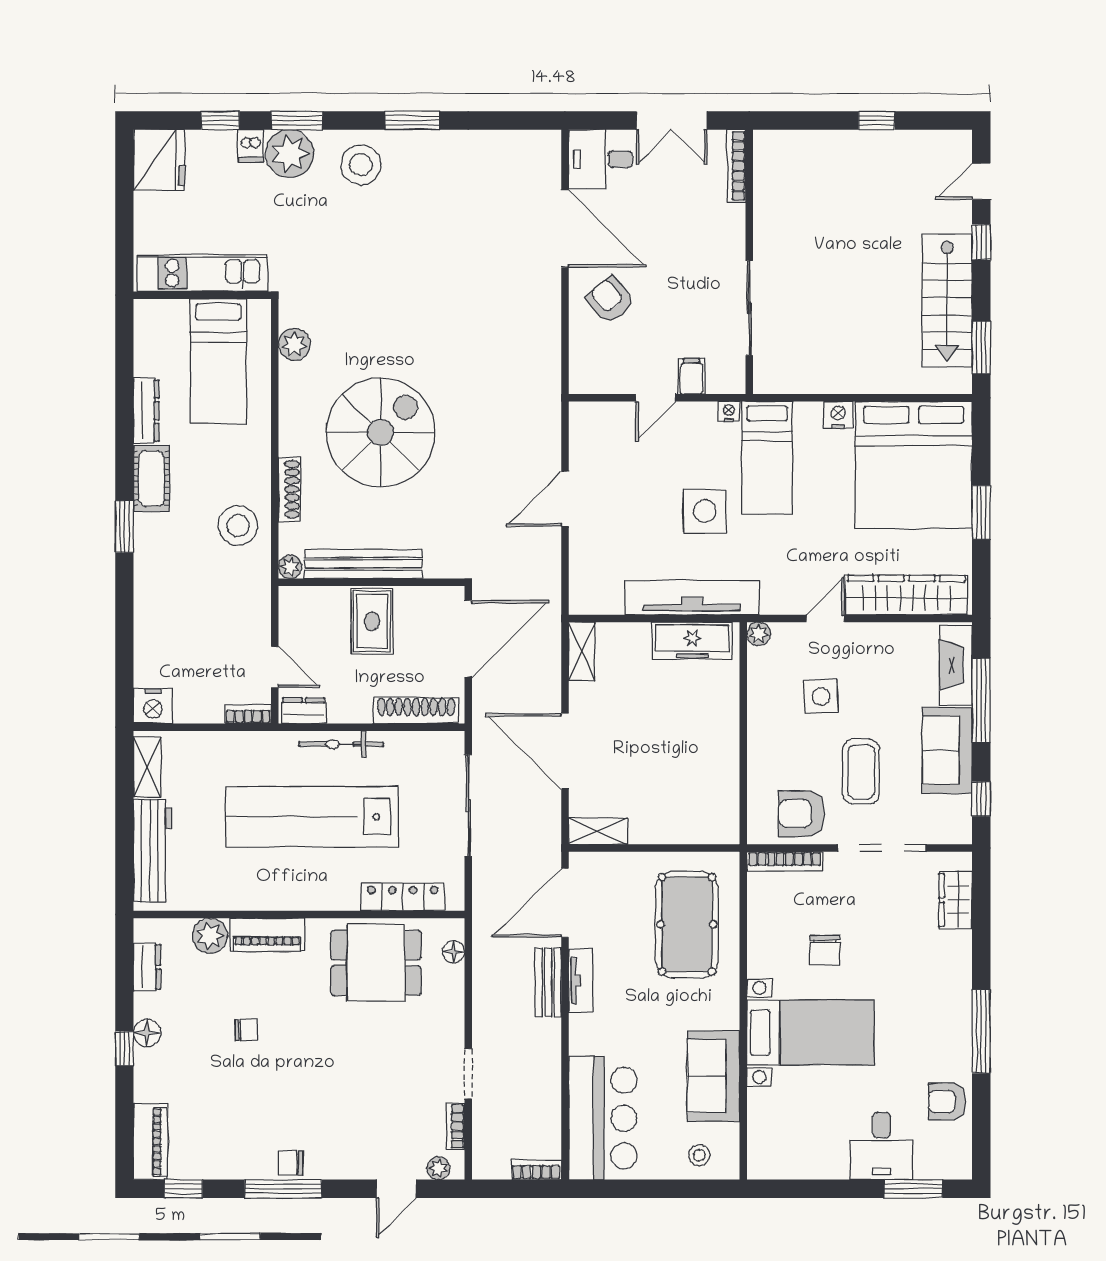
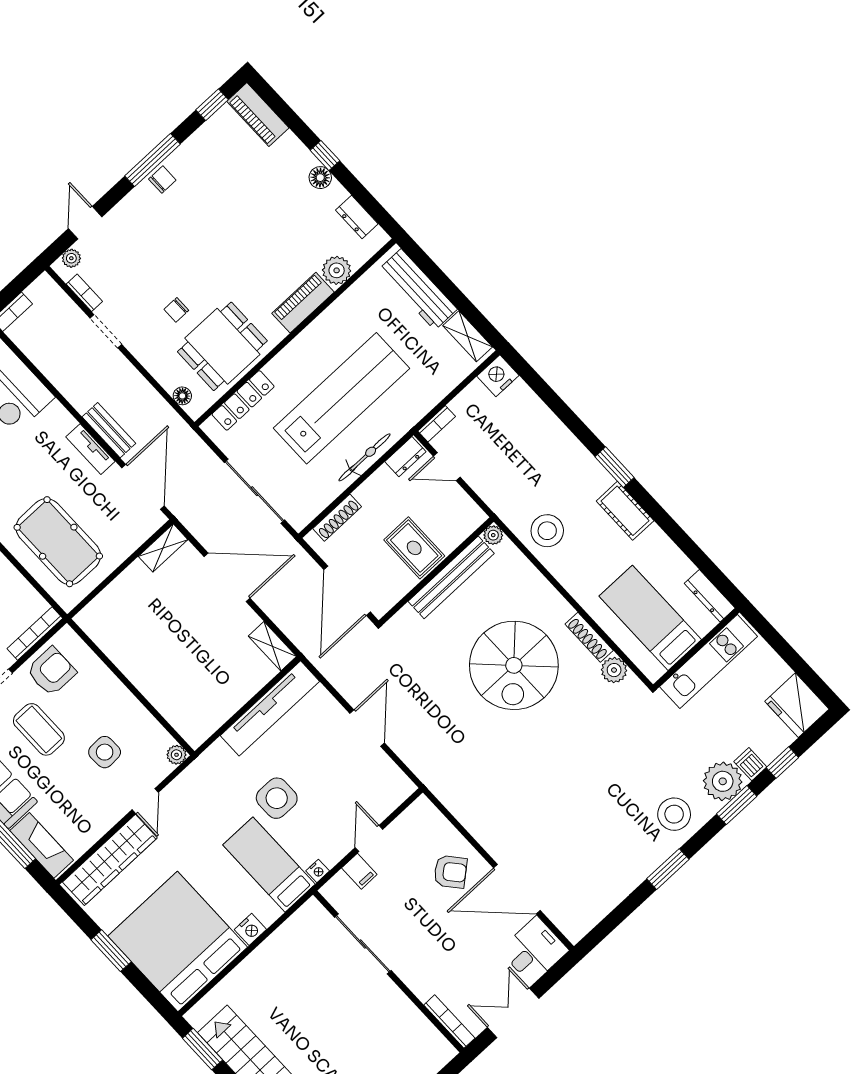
dresser: (146, 411) -> (710, 596), moved
shoe rack: (289, 489) -> (589, 637), moved
tv unit: (692, 598) -> (270, 708), moved
freezer: (692, 641) -> (212, 714), removed
shoe rack: (416, 710) -> (337, 518), width x0.74, depth x0.81
chair: (246, 1030) -> (176, 310), moved

